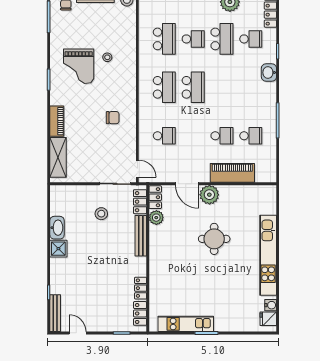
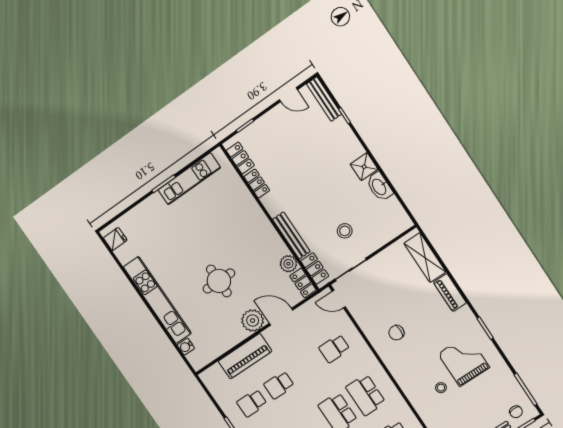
water cooler: (271, 305) -> (186, 347), moved

